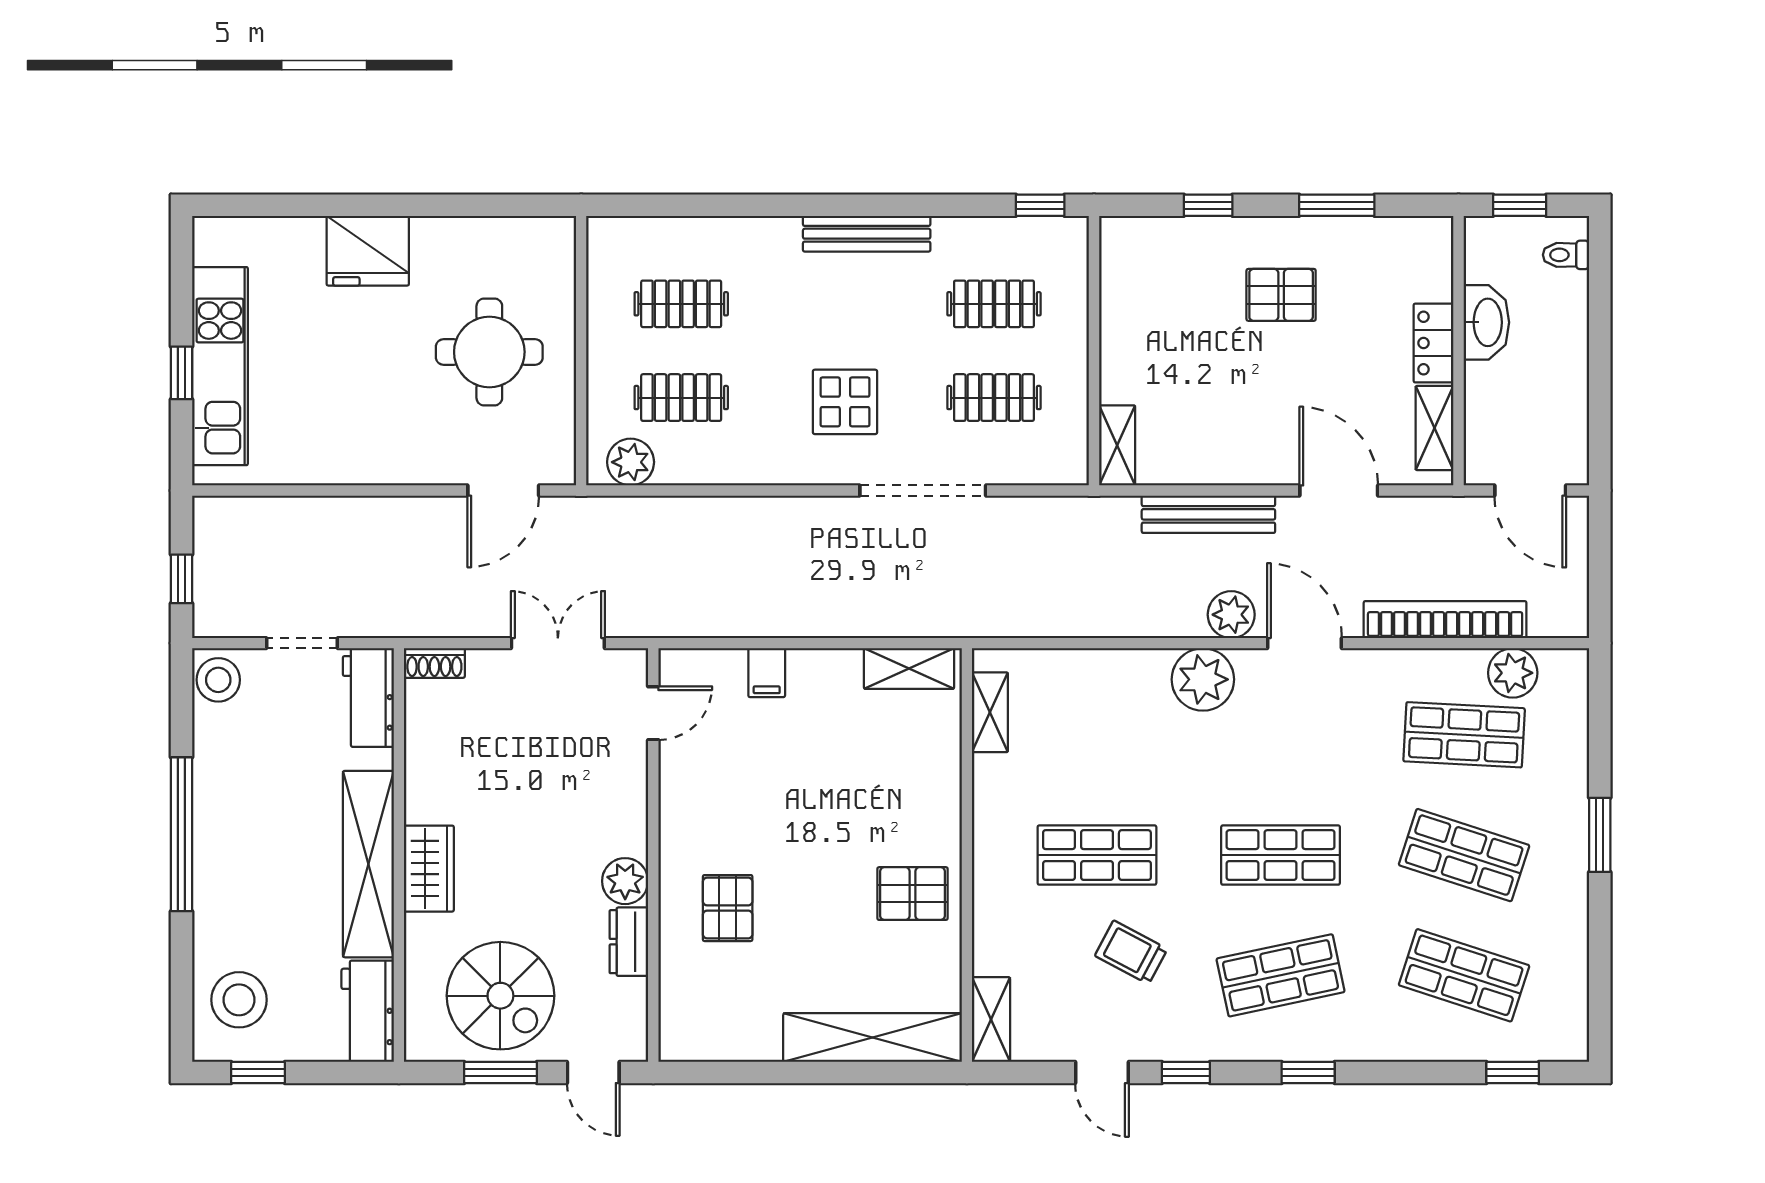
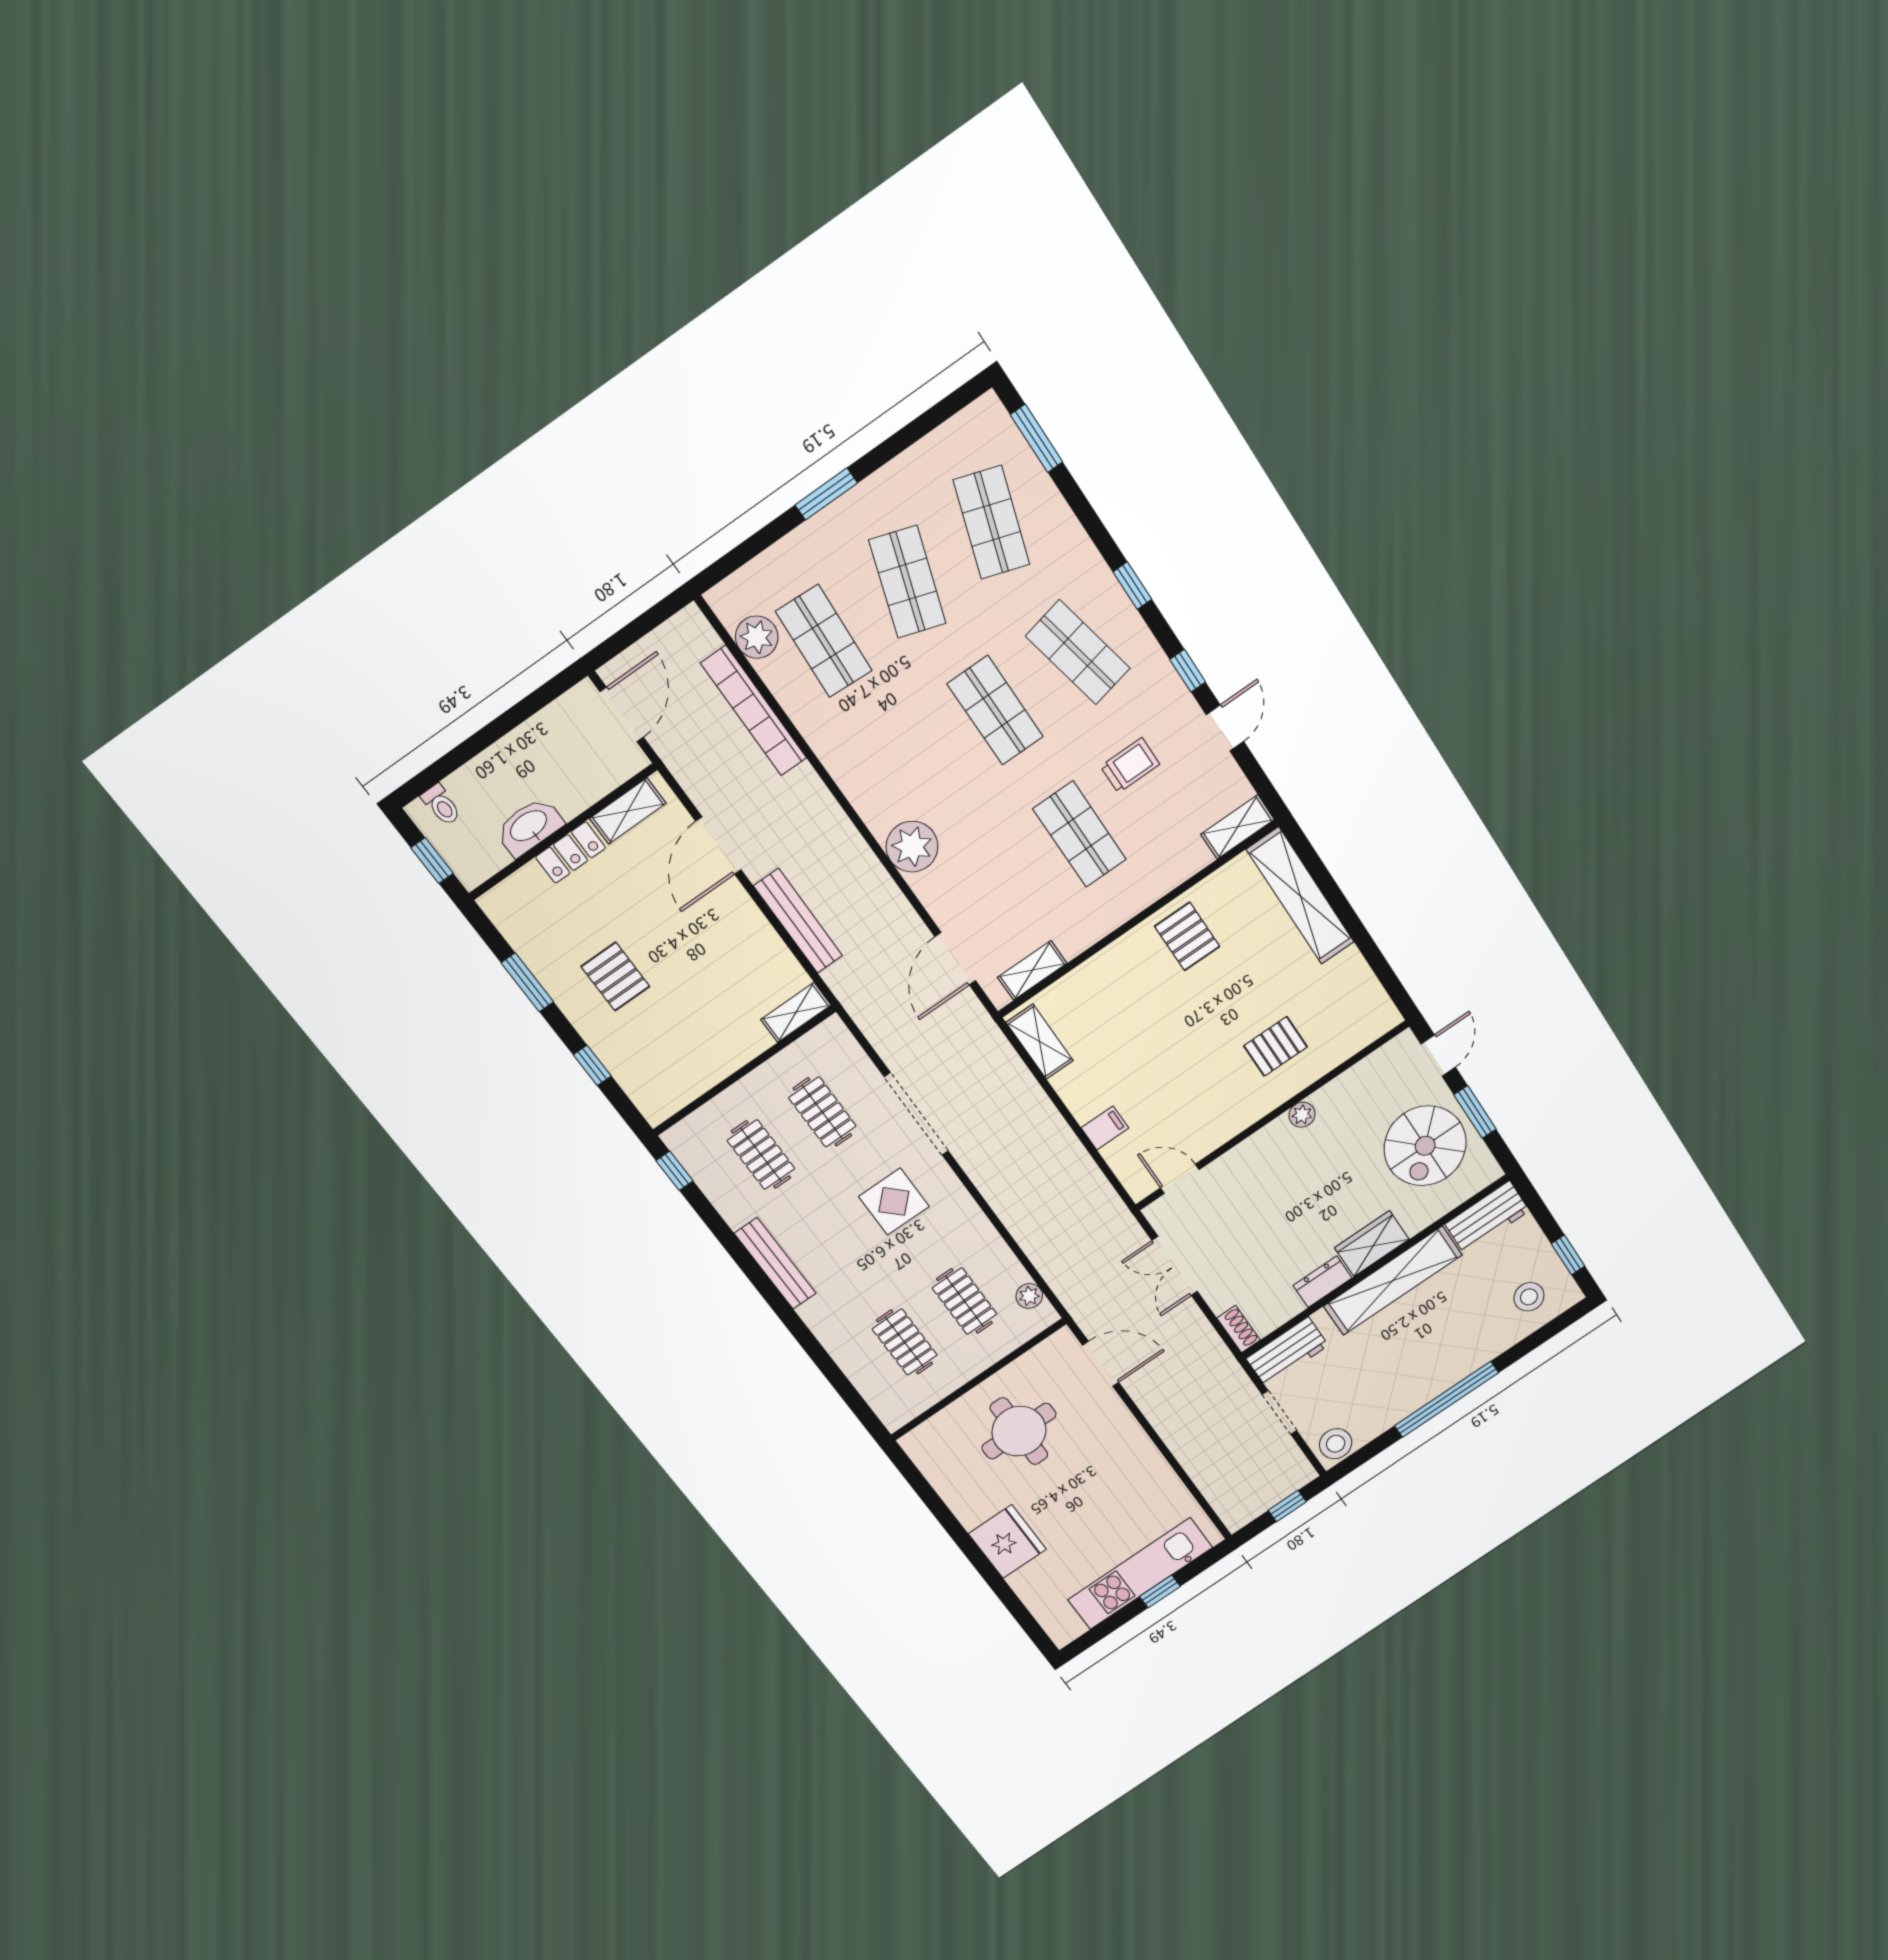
plant: (631, 462) -> (1029, 1296), width x0.73, depth x0.73
plant: (1231, 615) -> (855, 858), removed
door: (1304, 643) -> (955, 959), moved
plant: (625, 881) -> (1302, 1115), width x0.73, depth x0.73
dresser: (629, 942) -> (1323, 1282), moved, turned 180
trolley: (1131, 952) -> (1130, 765), turned -118
spiral stairs: (500, 996) -> (1425, 1146), turned 180
stool: (239, 1000) -> (1529, 1297), width x0.73, depth x0.73
window: (1513, 1073) -> (1036, 438), width x1.50

